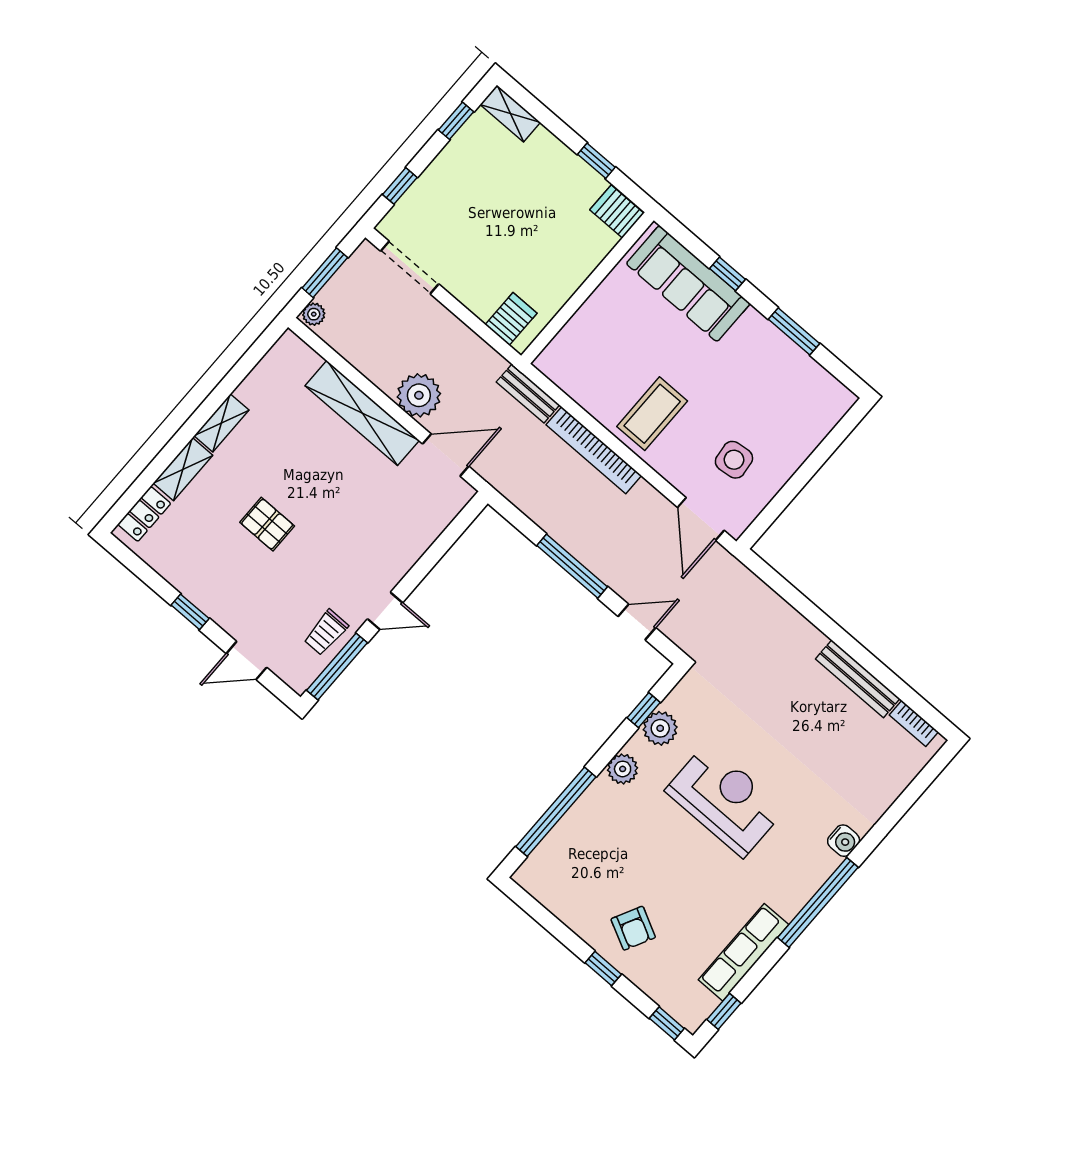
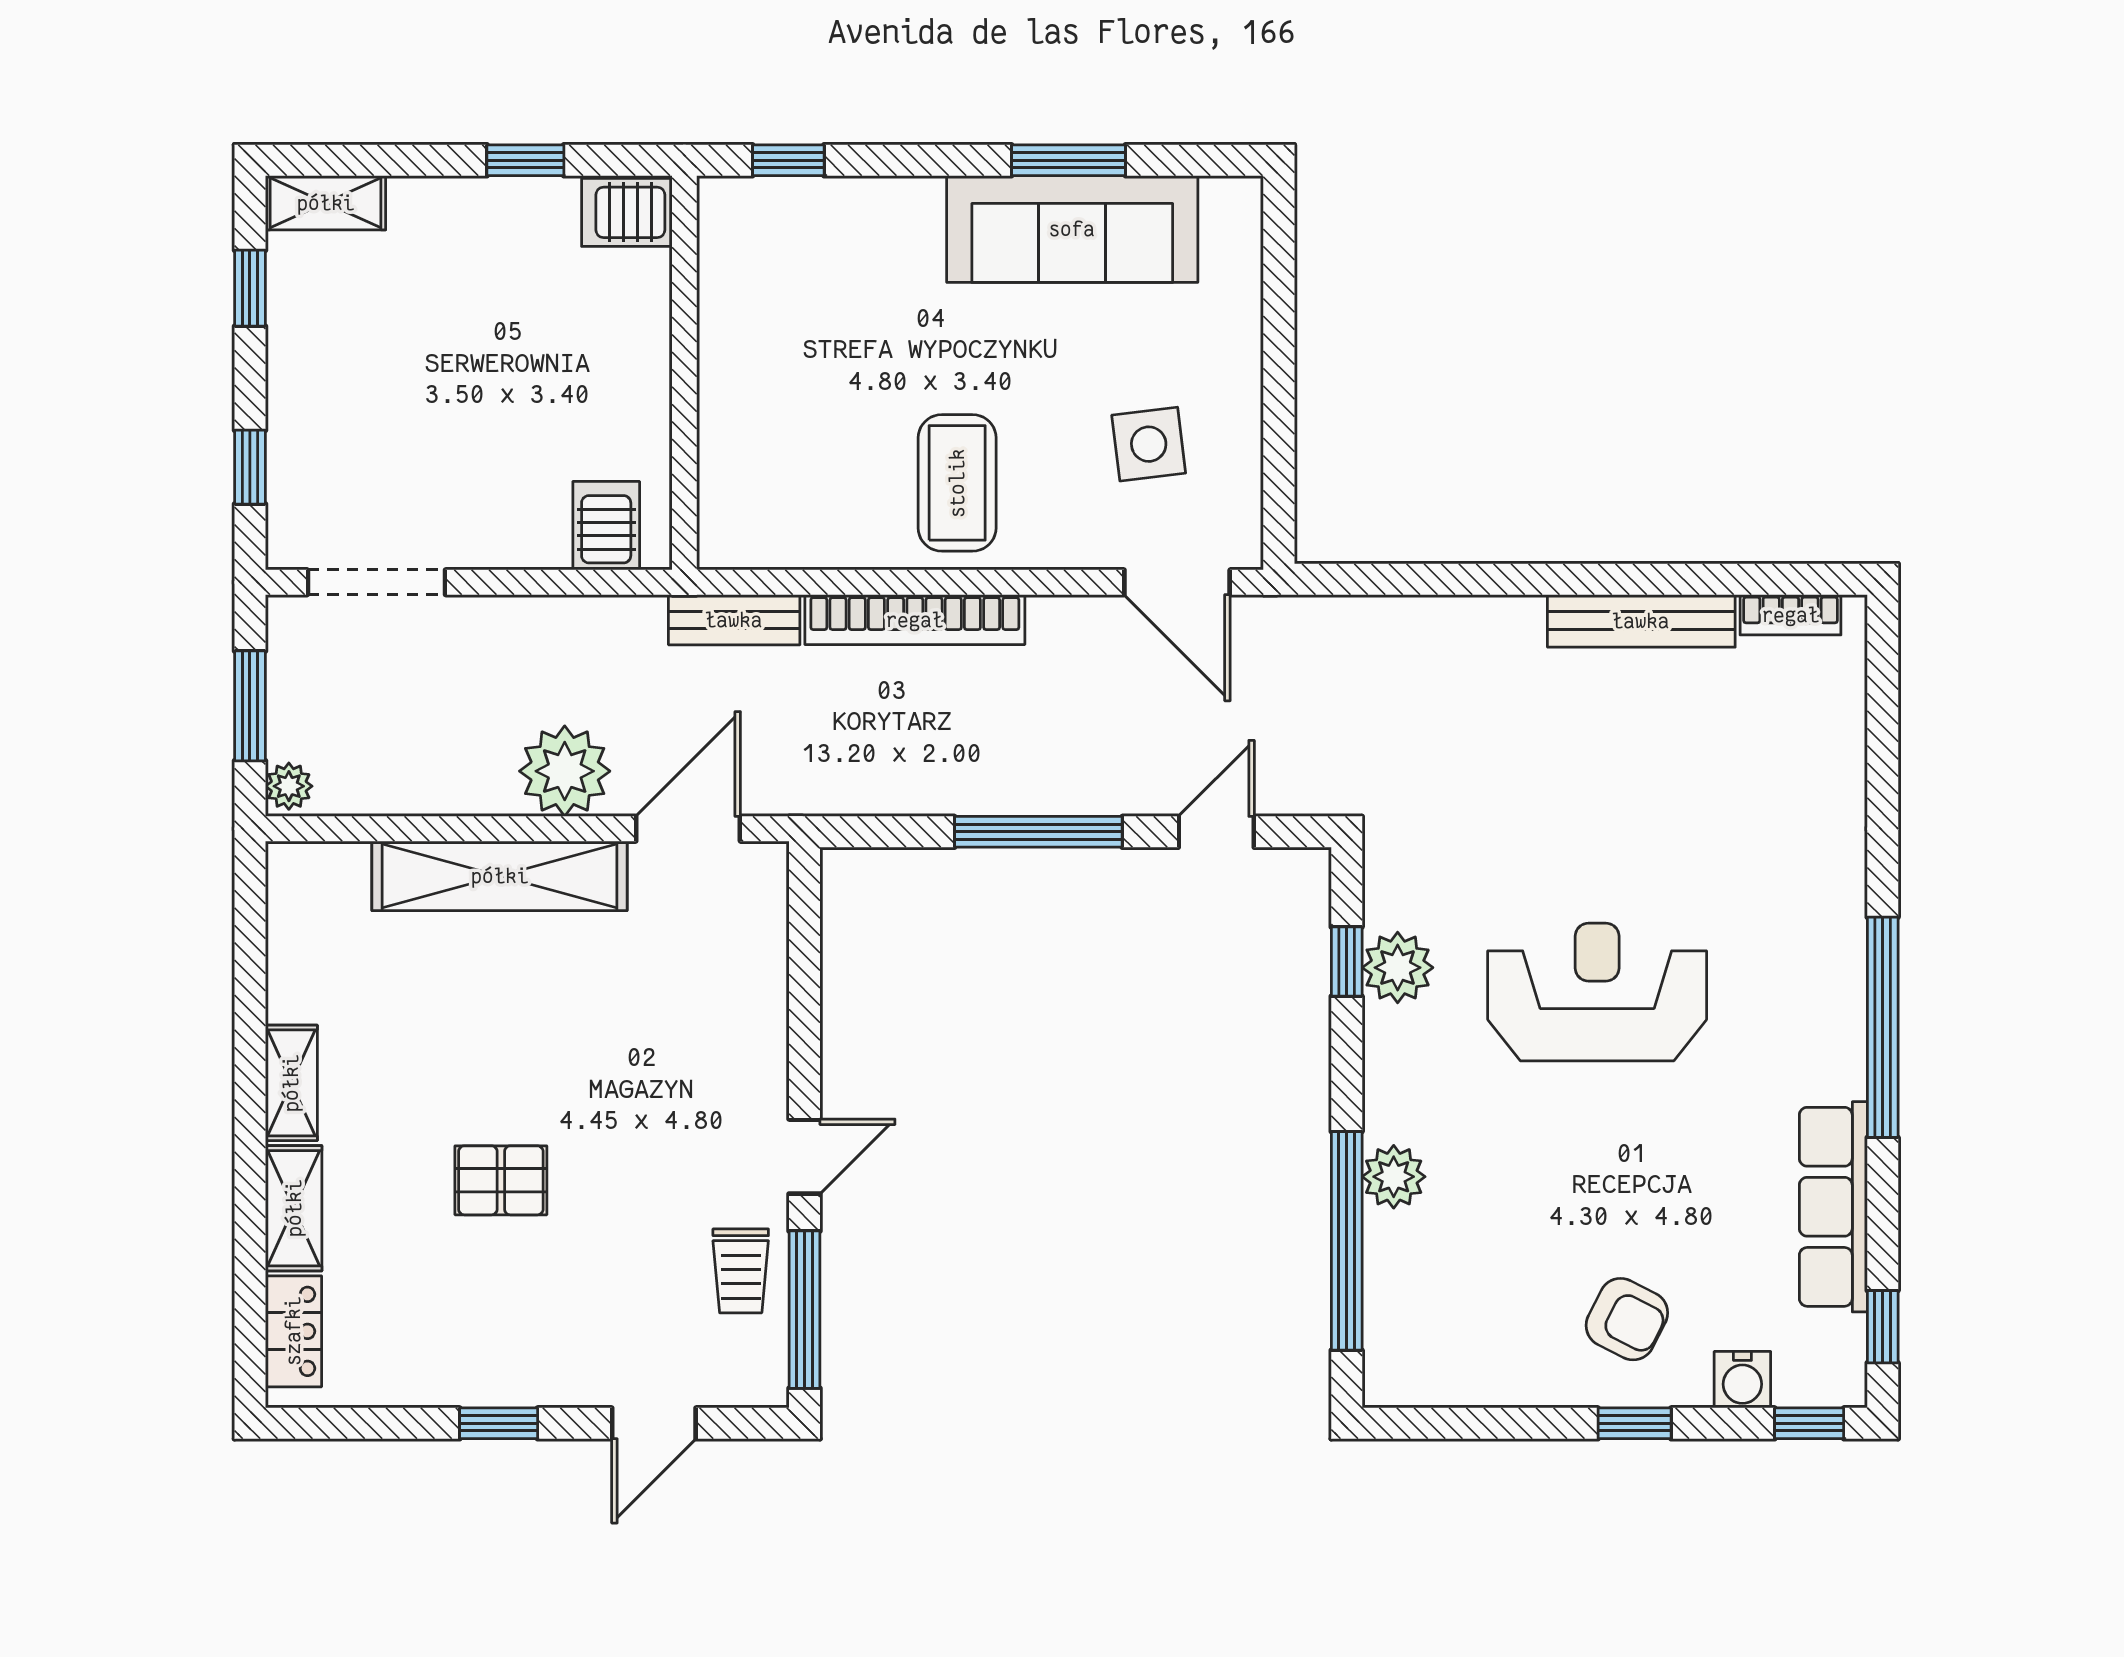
window: (727, 274) -> (788, 160), moved
sofa: (688, 284) -> (1072, 229), moved
plant: (623, 769) -> (1394, 1177), moved
water cooler: (844, 841) -> (1742, 1380), moved, turned 90

